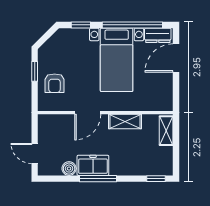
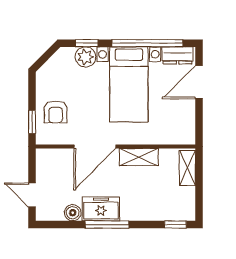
plant: (80, 37) -> (85, 57), added
window: (35, 71) -> (32, 122), moved
door: (88, 113) -> (95, 147), width x1.36

